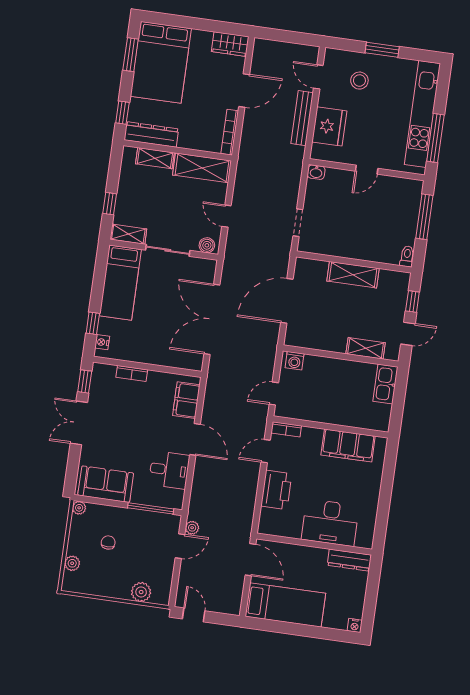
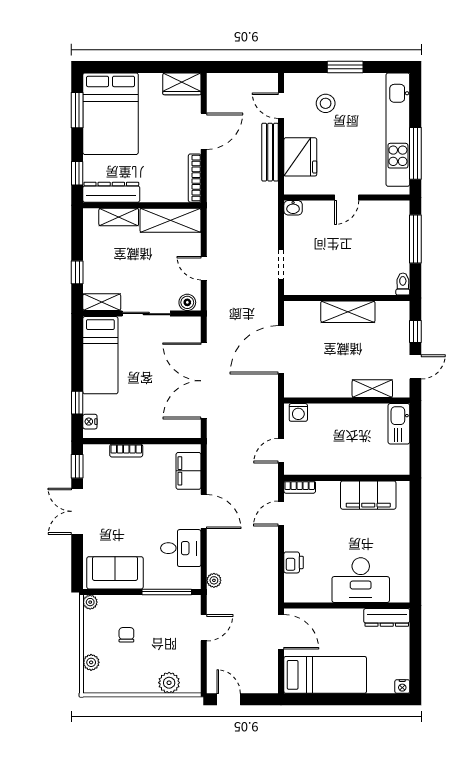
printer: (276, 490) -> (294, 562), width x0.53, depth x0.68
plant: (192, 528) -> (214, 580), moved

